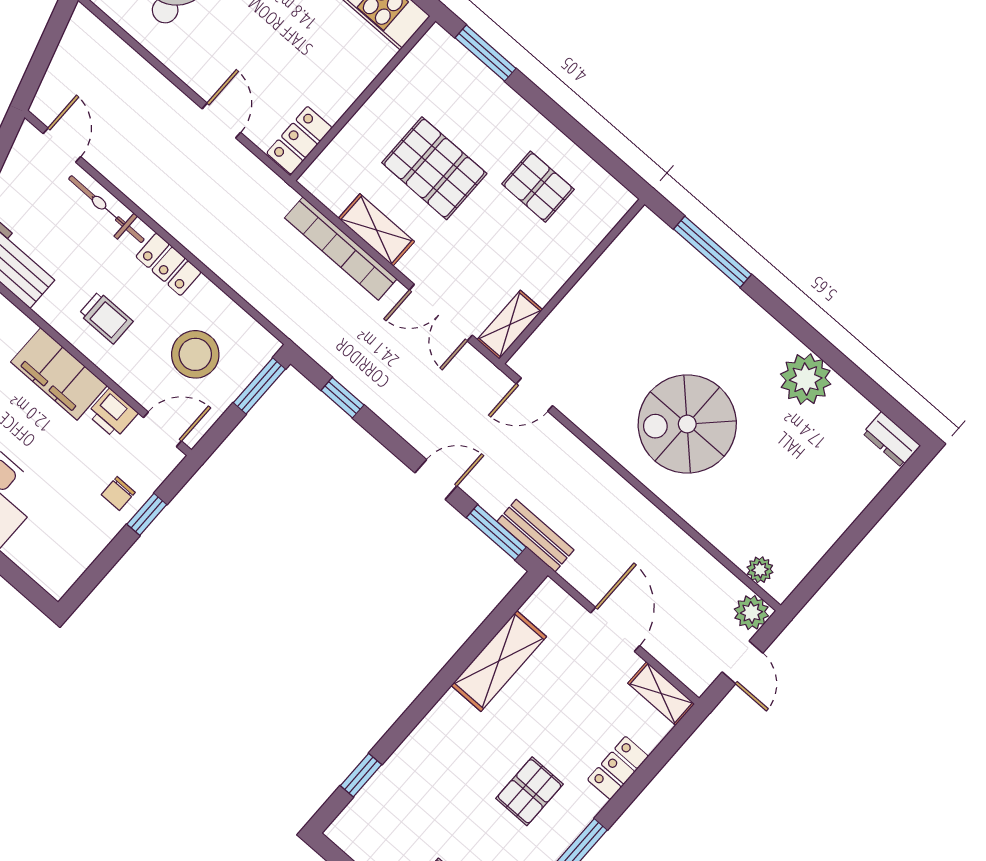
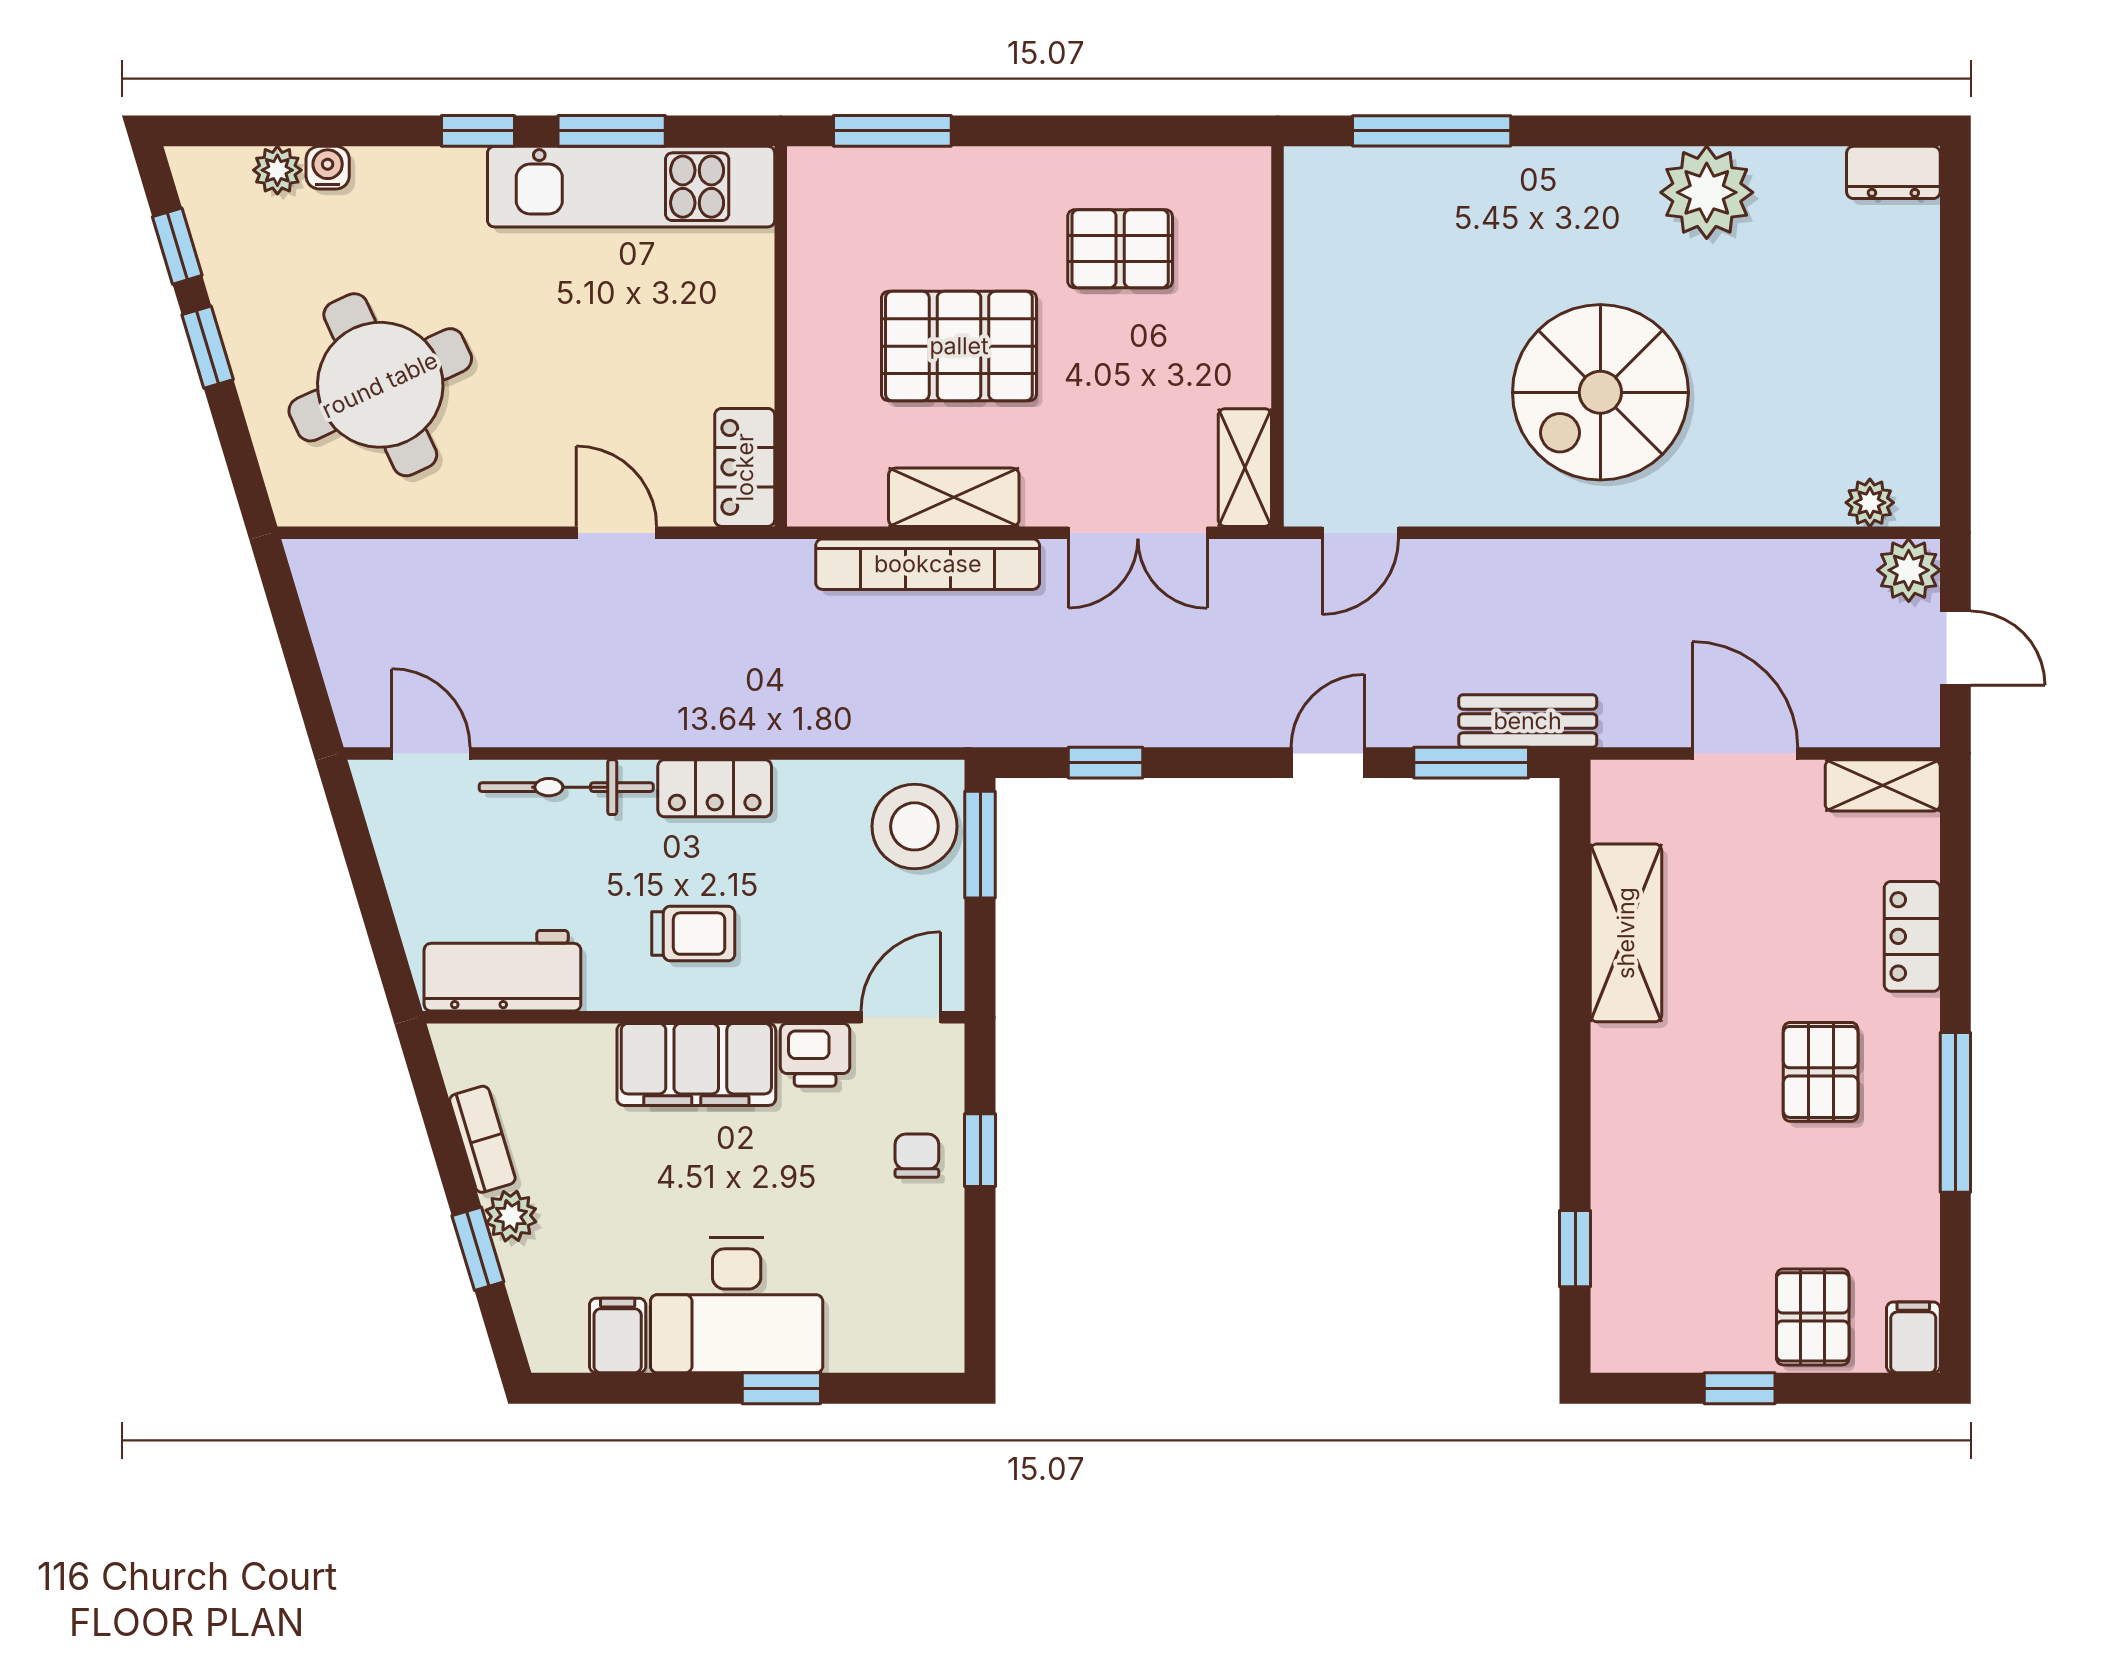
stool: (195, 354) -> (914, 826), moved
chair: (118, 493) -> (917, 1156), turned 180

